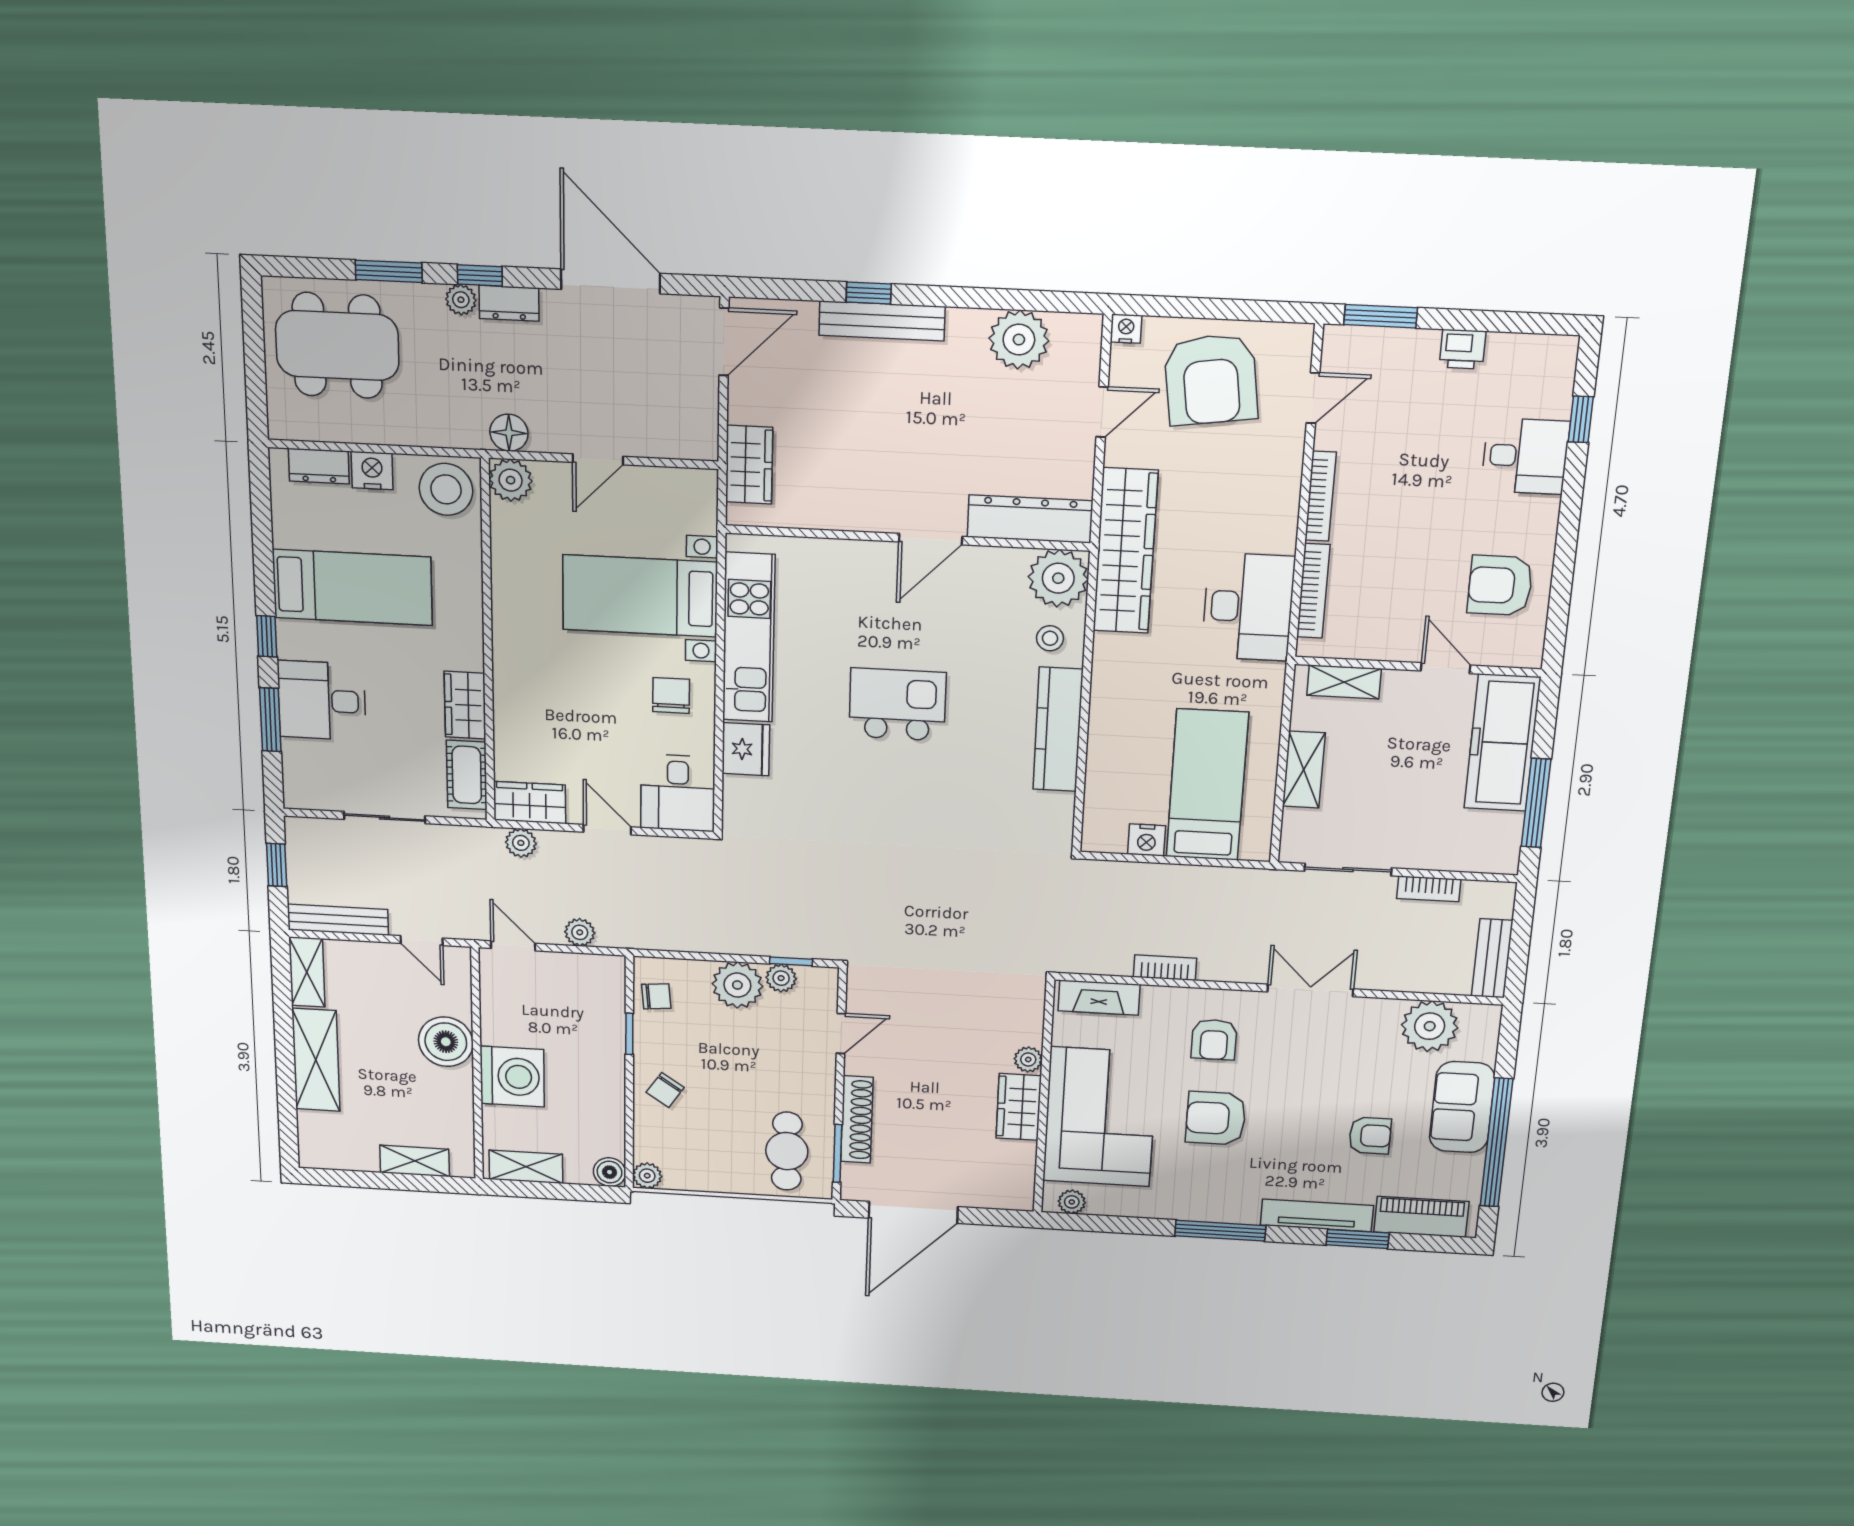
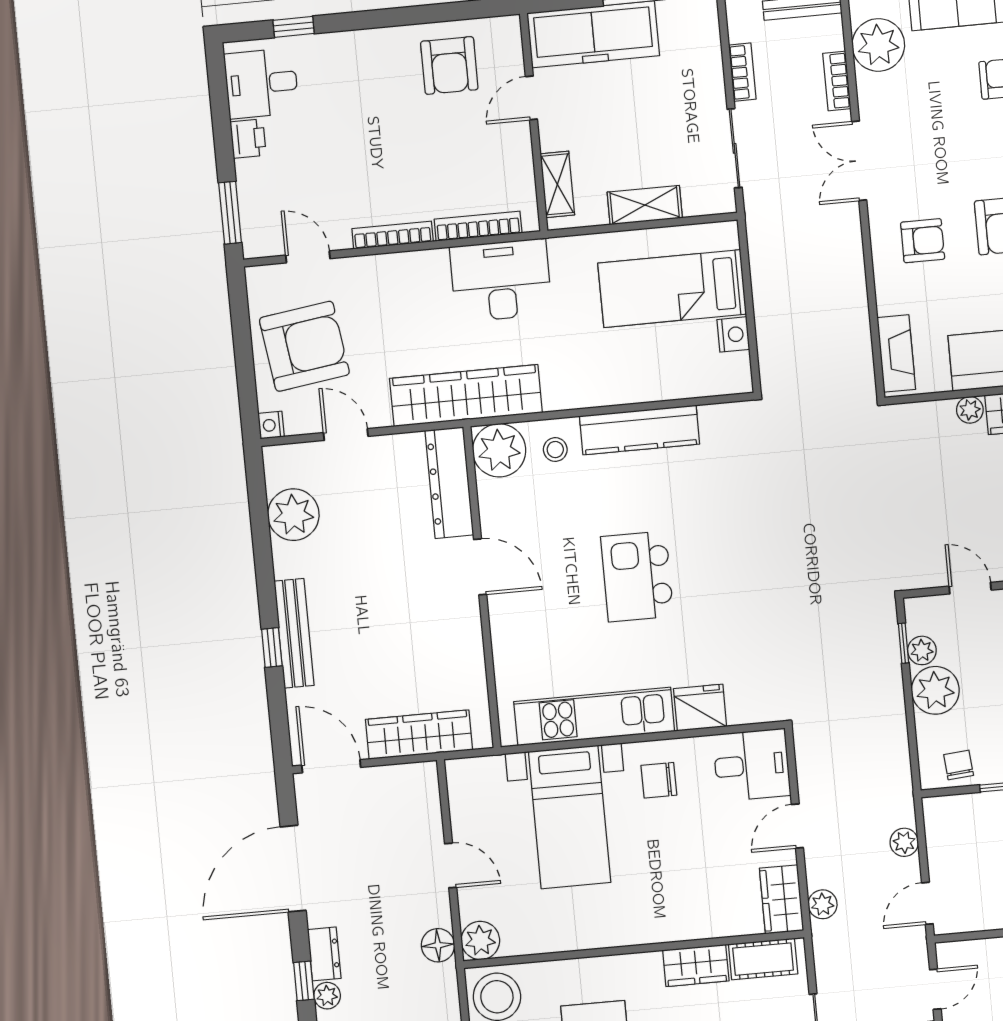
desk: (1525, 456) -> (261, 83), moved, turned -90
wardrobe: (749, 465) -> (419, 735), width x1.50
bookcase: (1165, 968) -> (837, 81), moved

